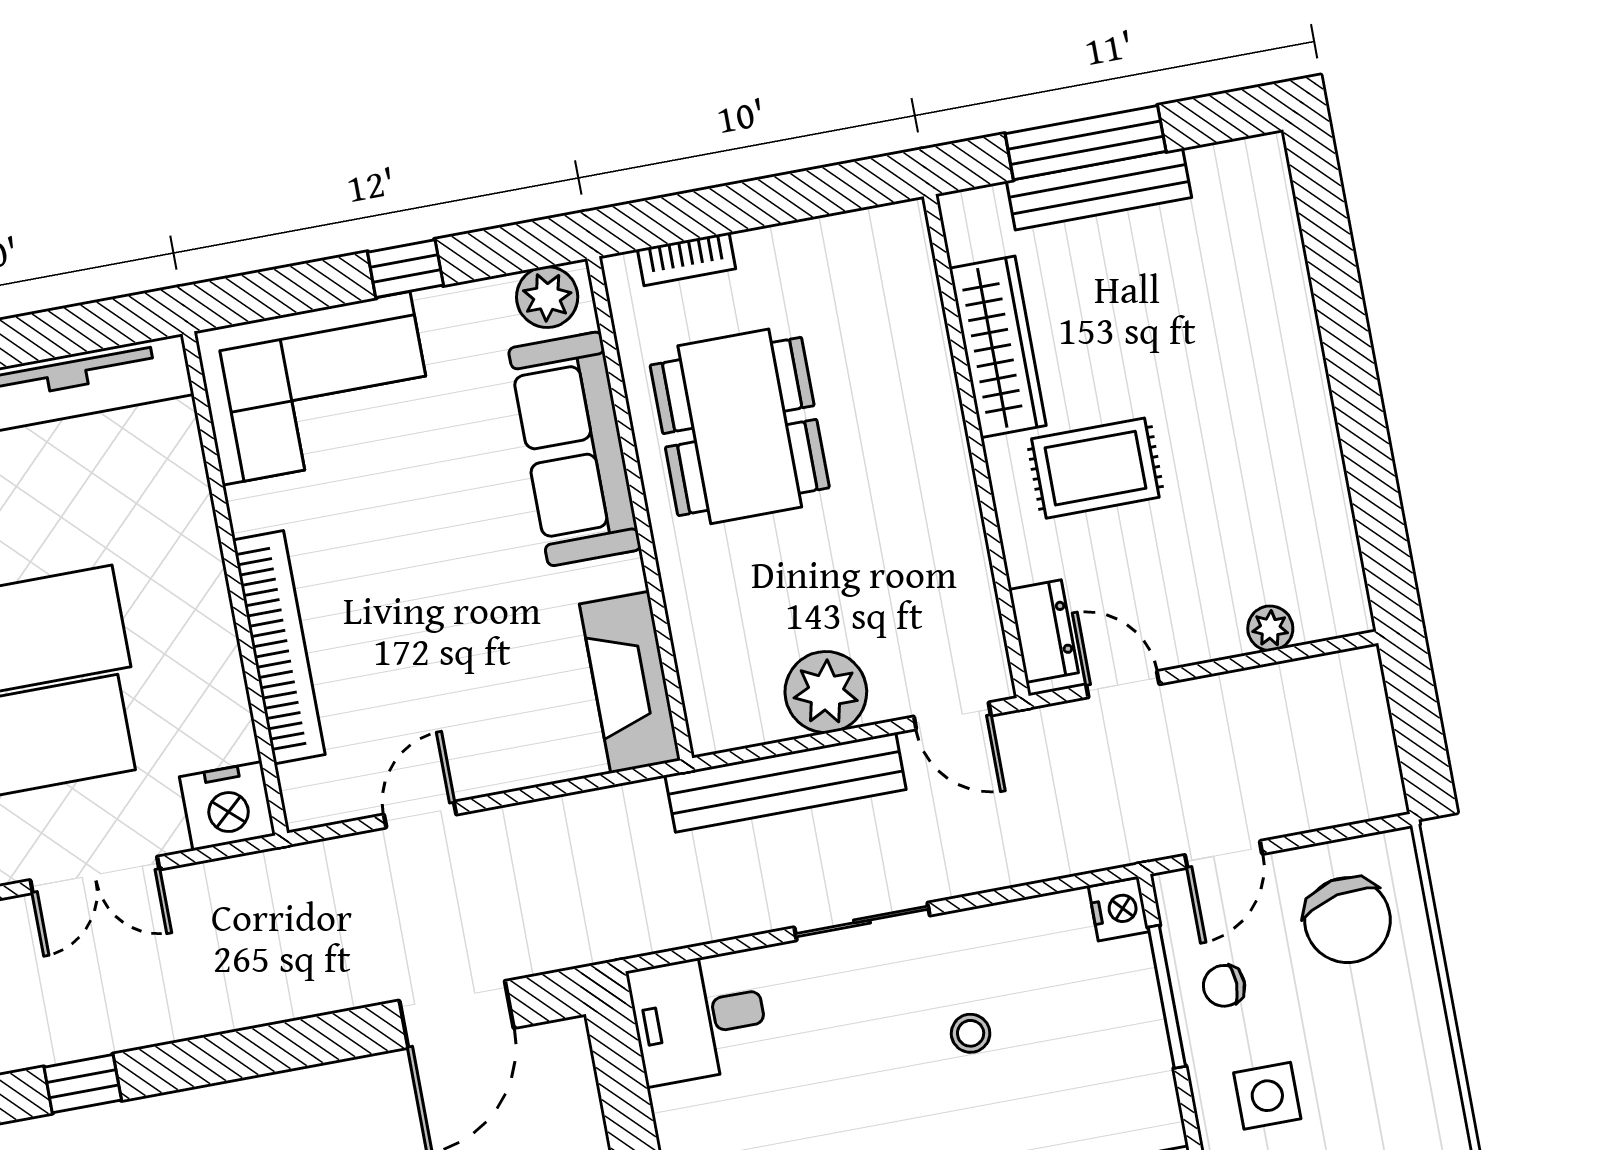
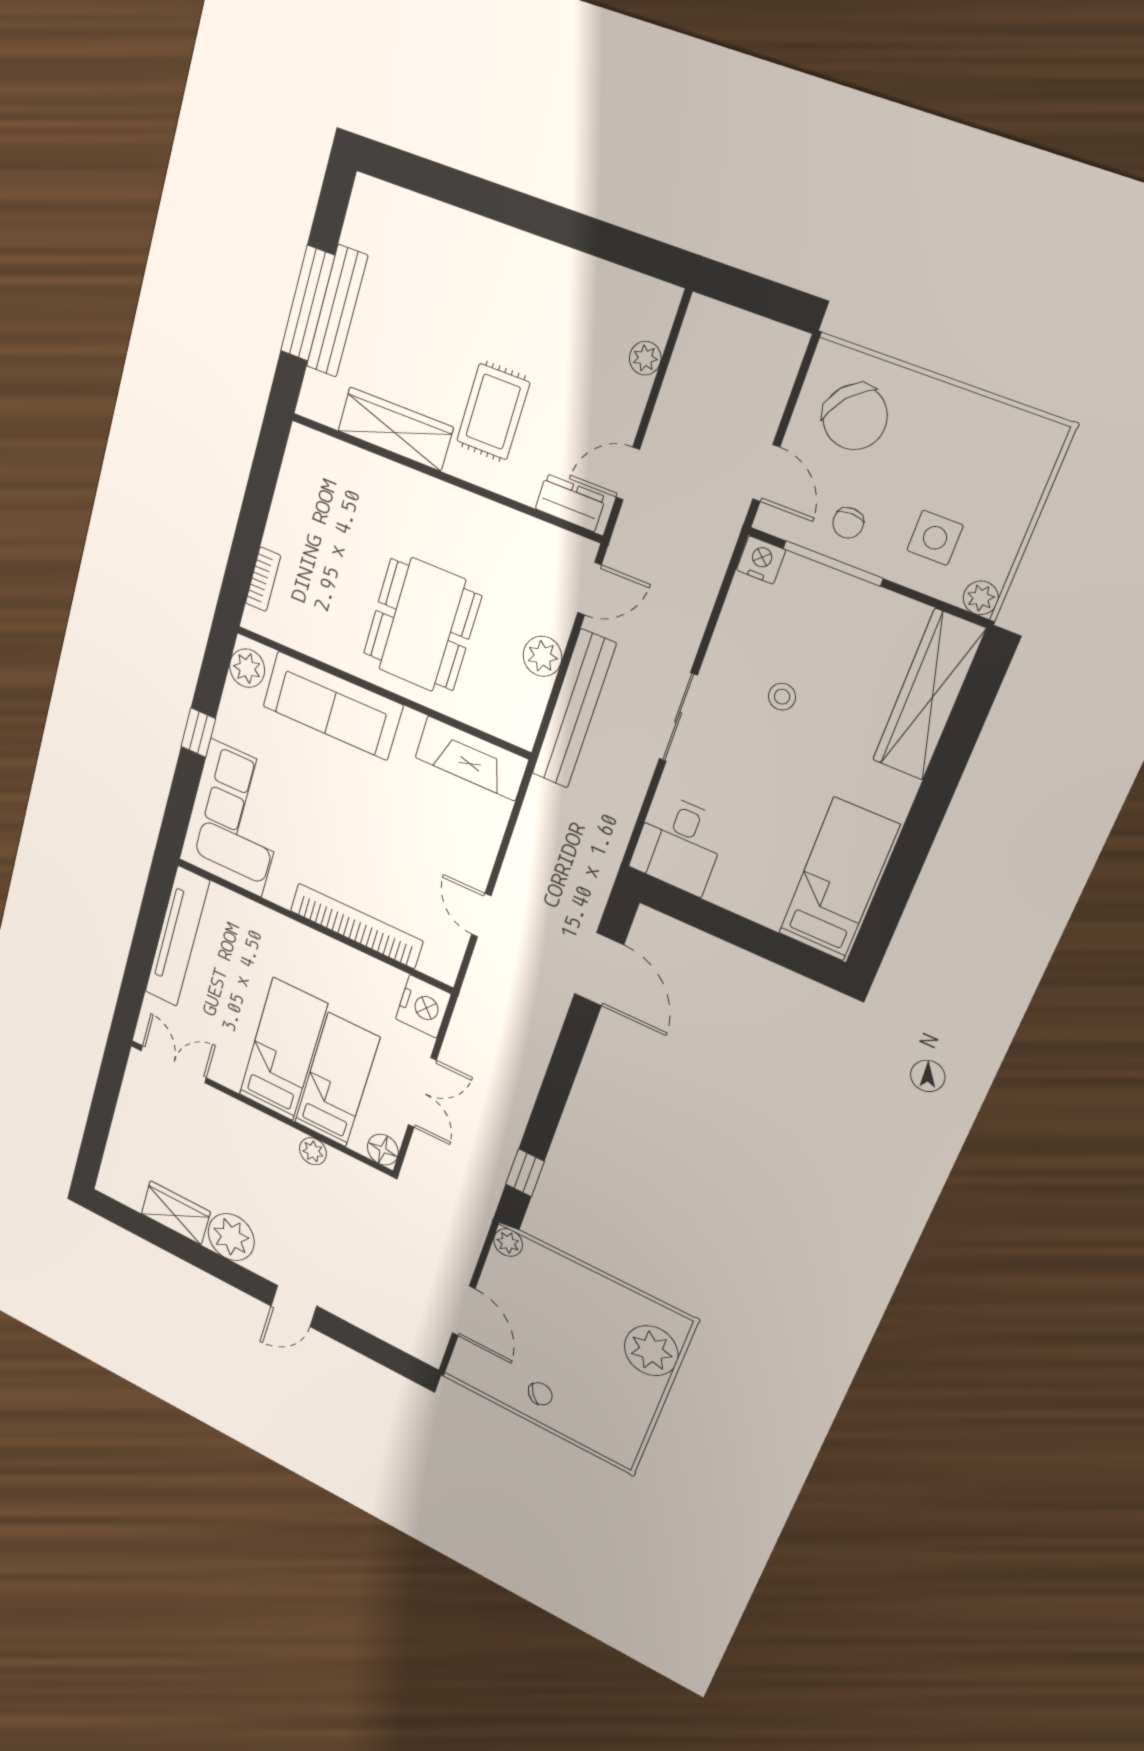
dining table: (740, 426) -> (422, 625), moved, turned 90
plant: (826, 692) -> (542, 656), width x0.73, depth x0.73
chair: (1347, 920) -> (855, 417), turned 54

